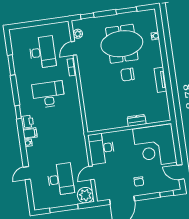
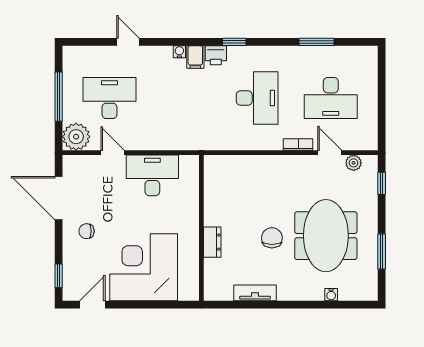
dresser: (137, 120) -> (212, 242), moved
wall: (129, 128) -> (201, 228), moved
desk: (60, 179) -> (110, 98), turned 180

